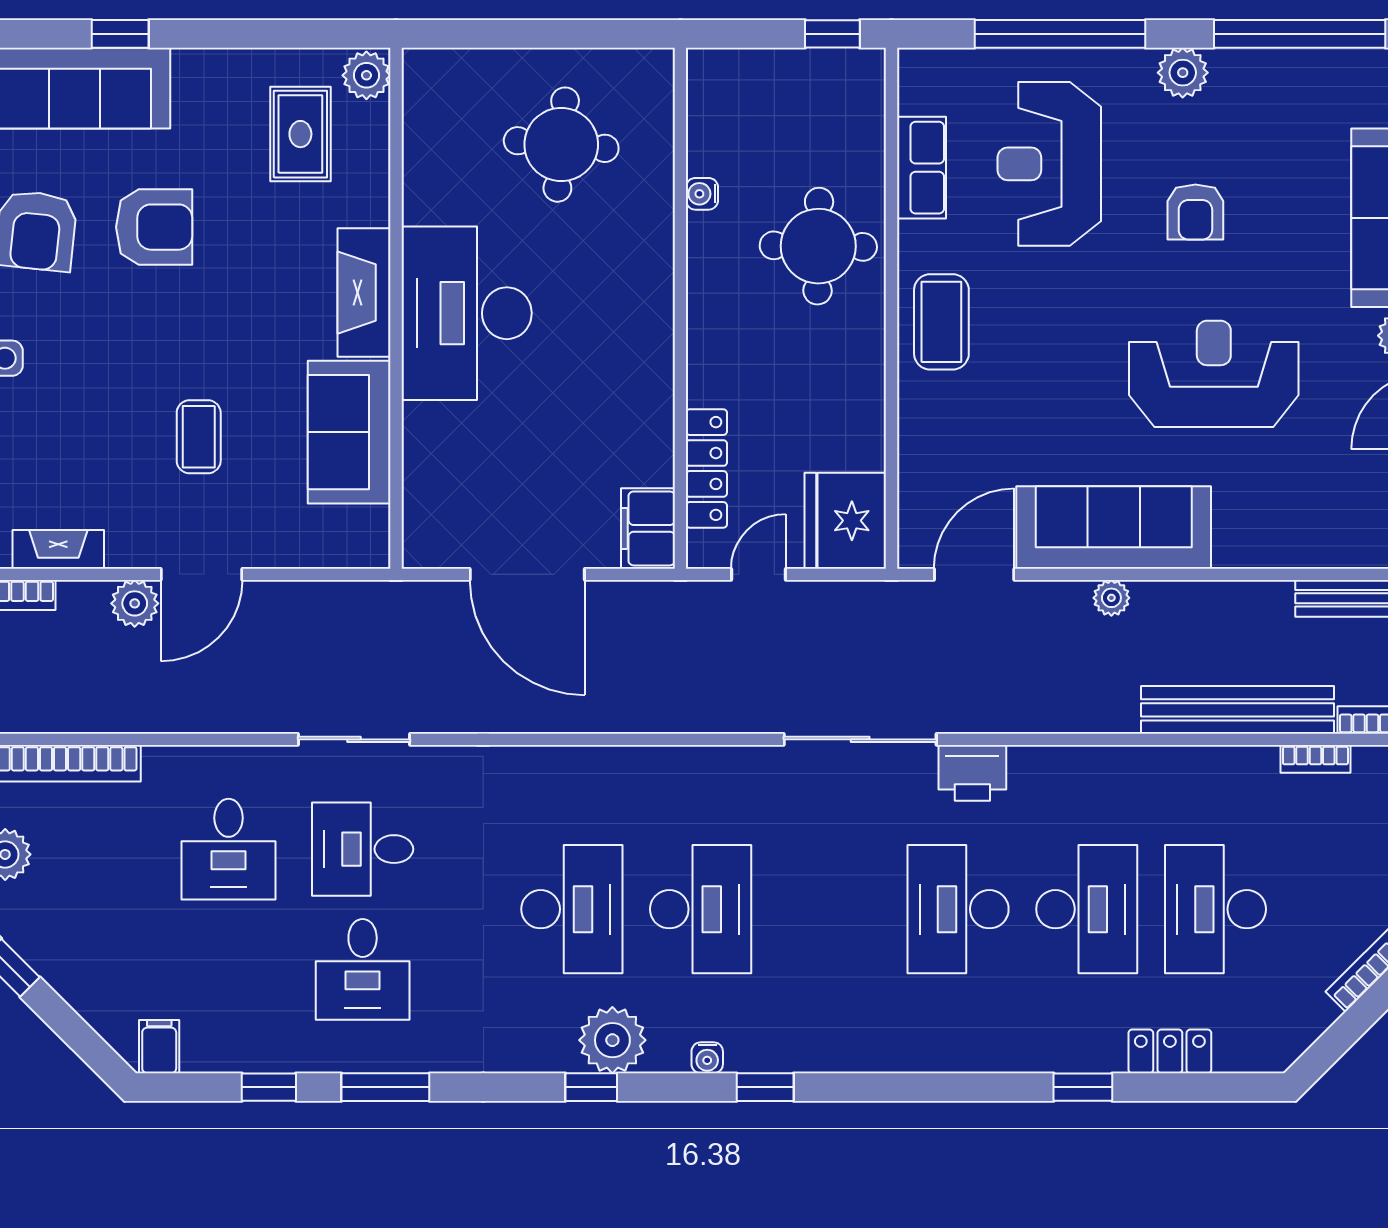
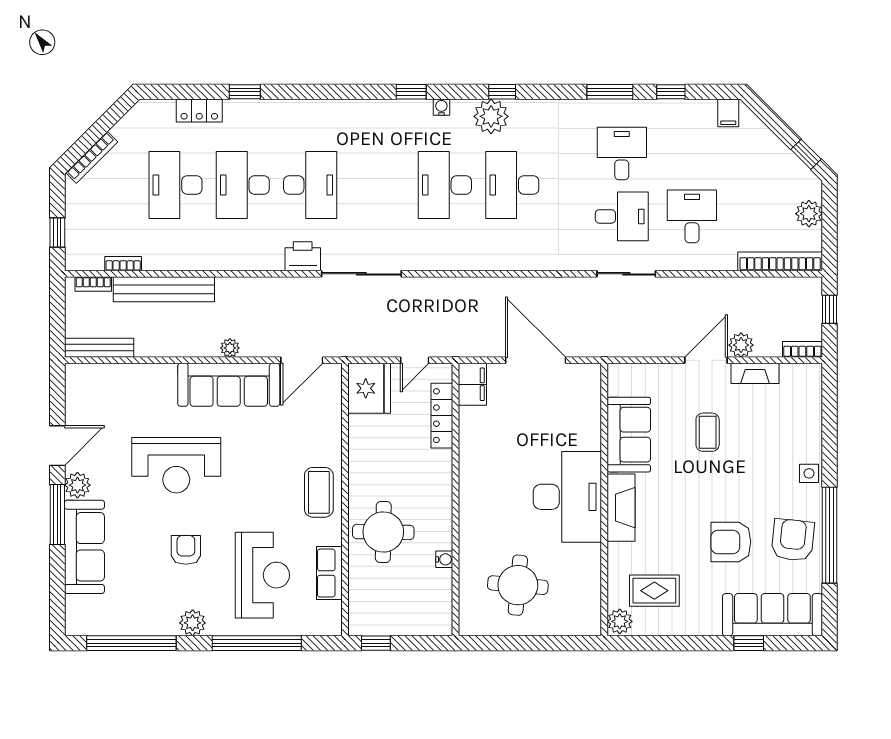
rug: (300, 134) -> (654, 591), turned 90
fireplace: (58, 549) -> (755, 373), moved
desk: (1215, 909) -> (175, 185), turned 180

